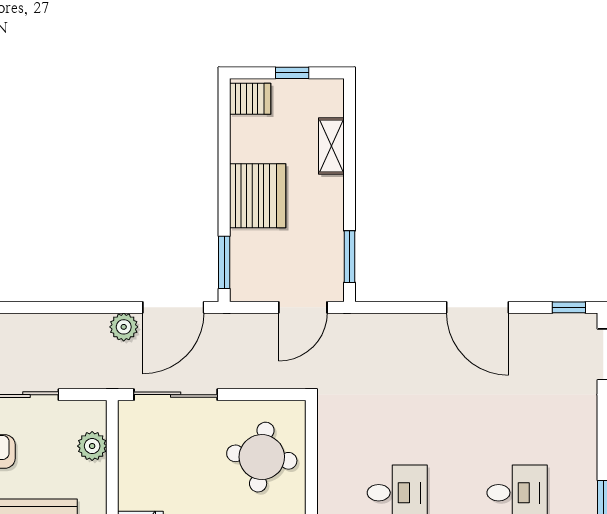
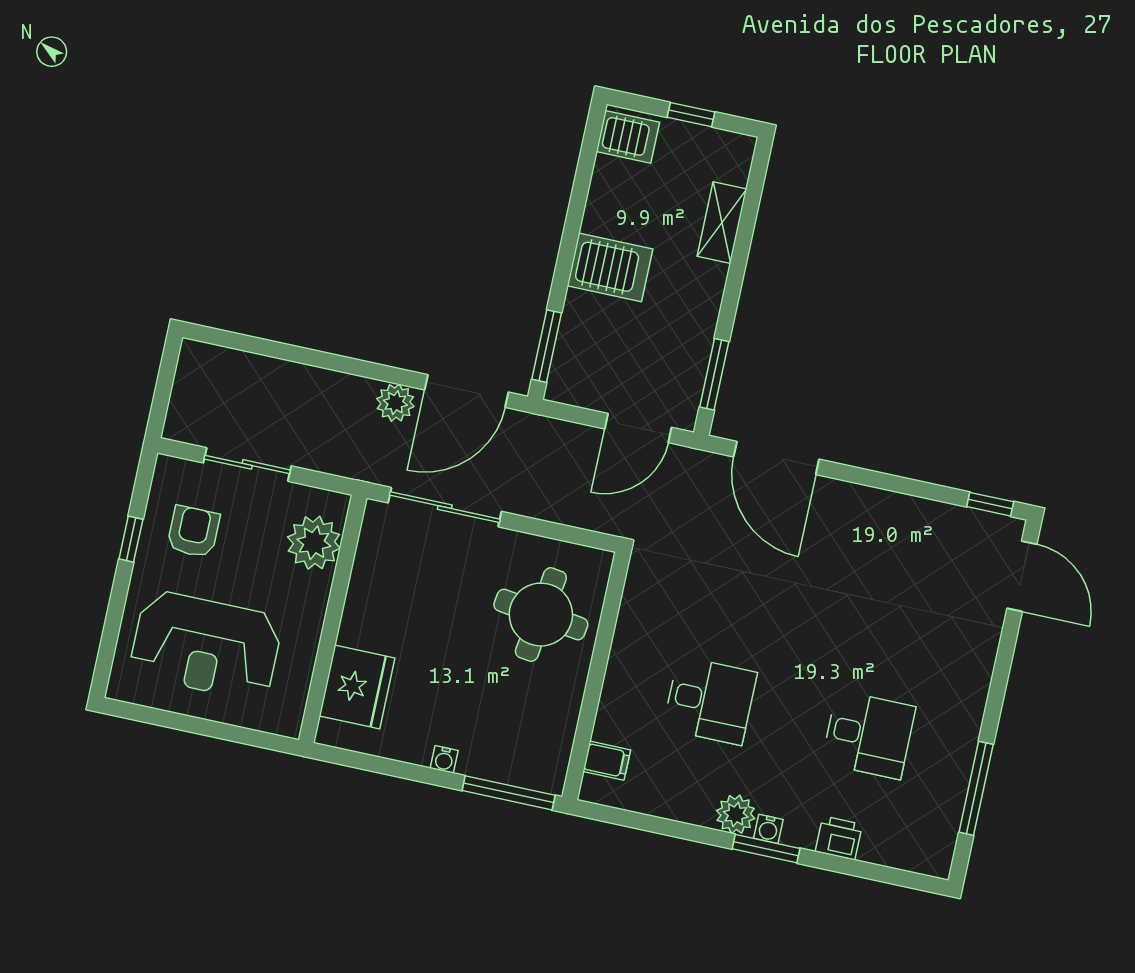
server rack: (258, 196) -> (610, 267), width x0.62
door: (478, 307) -> (776, 458), moved
plant: (92, 446) -> (314, 543), width x1.36, depth x1.36

